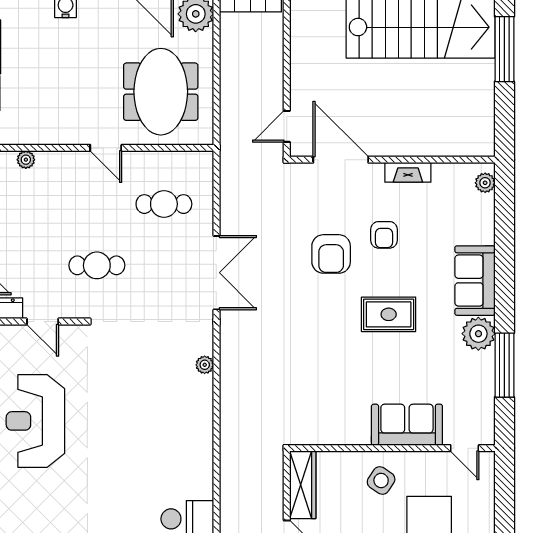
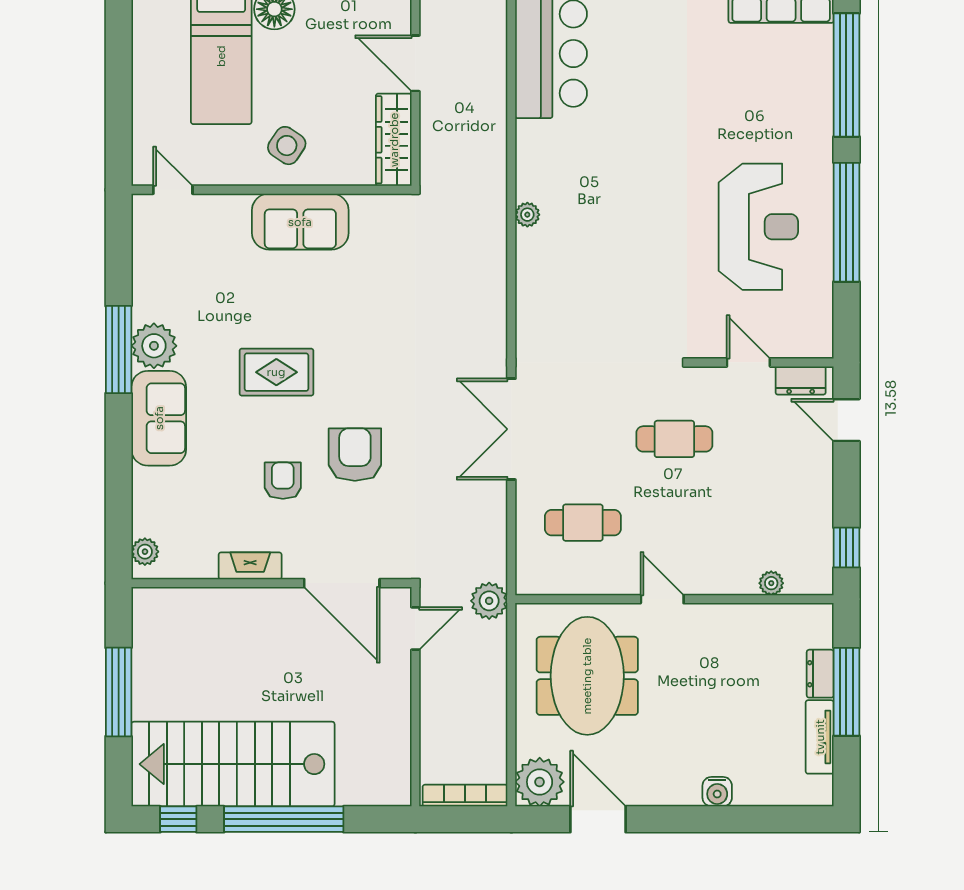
window: (504, 49) -> (119, 692), moved
plant: (233, 147) -> (489, 601), added
plant: (205, 365) -> (527, 215), moved
window: (504, 365) -> (119, 350), moved
sofa: (407, 425) -> (300, 222), moved

